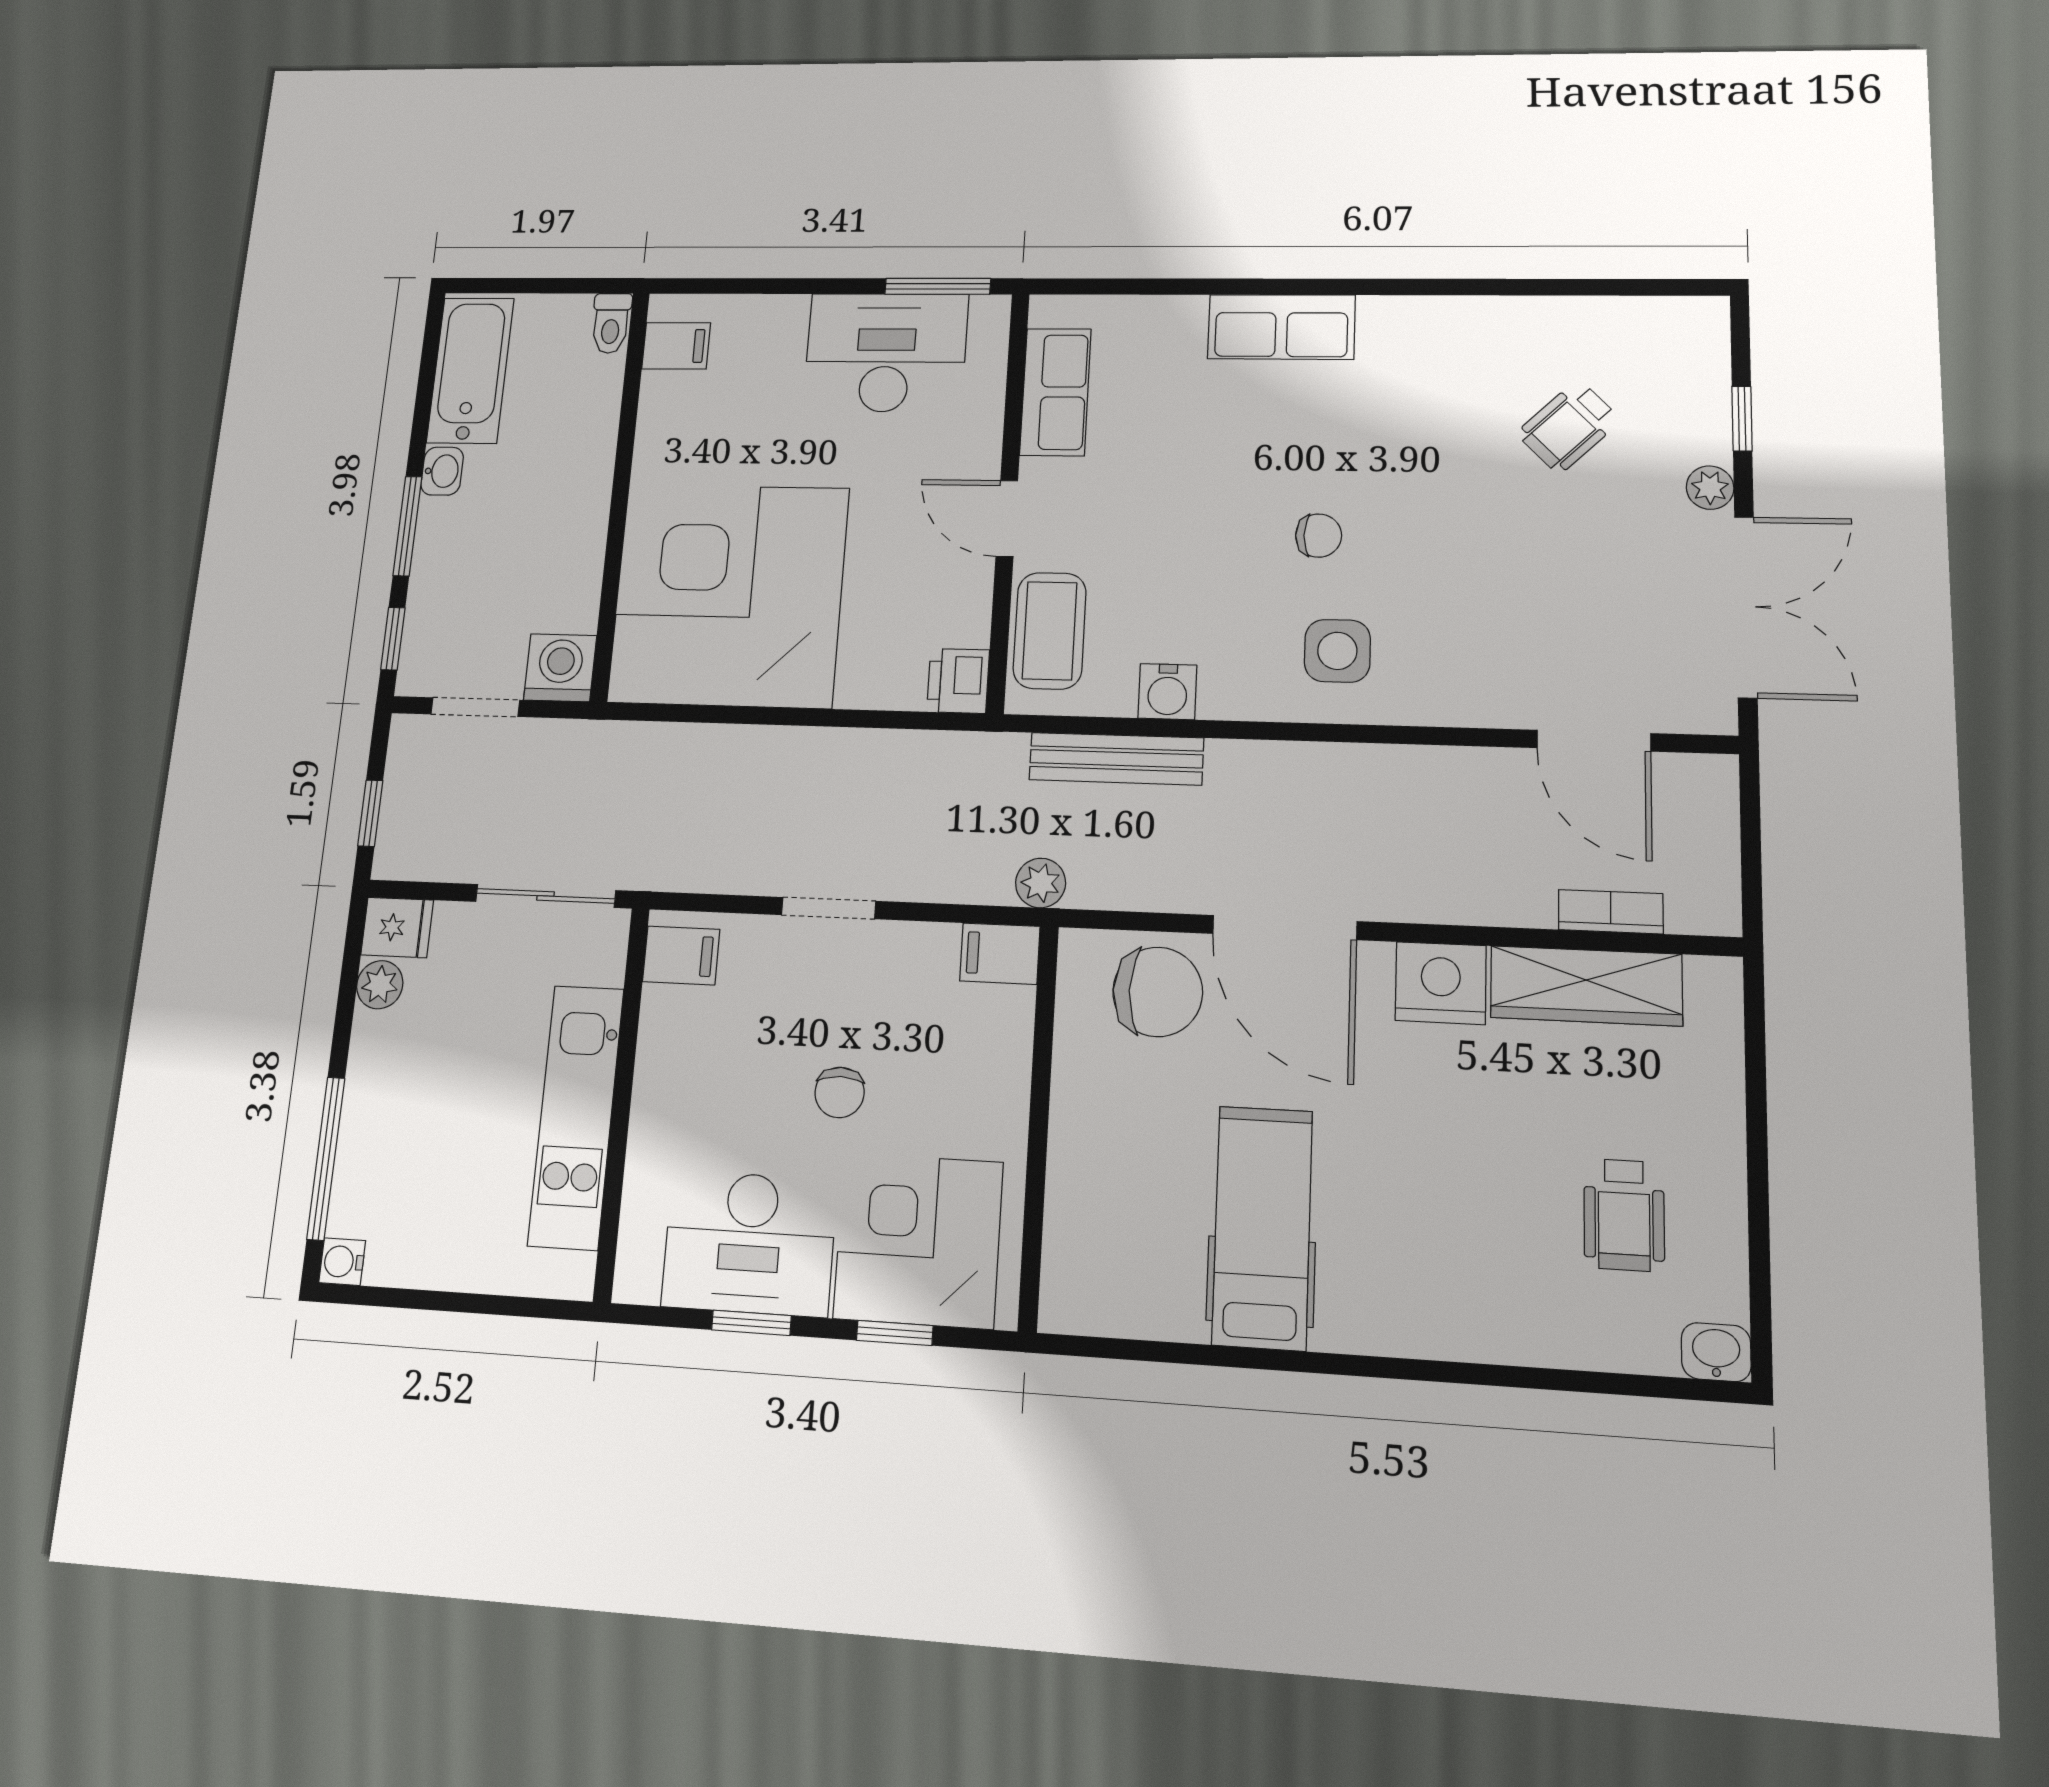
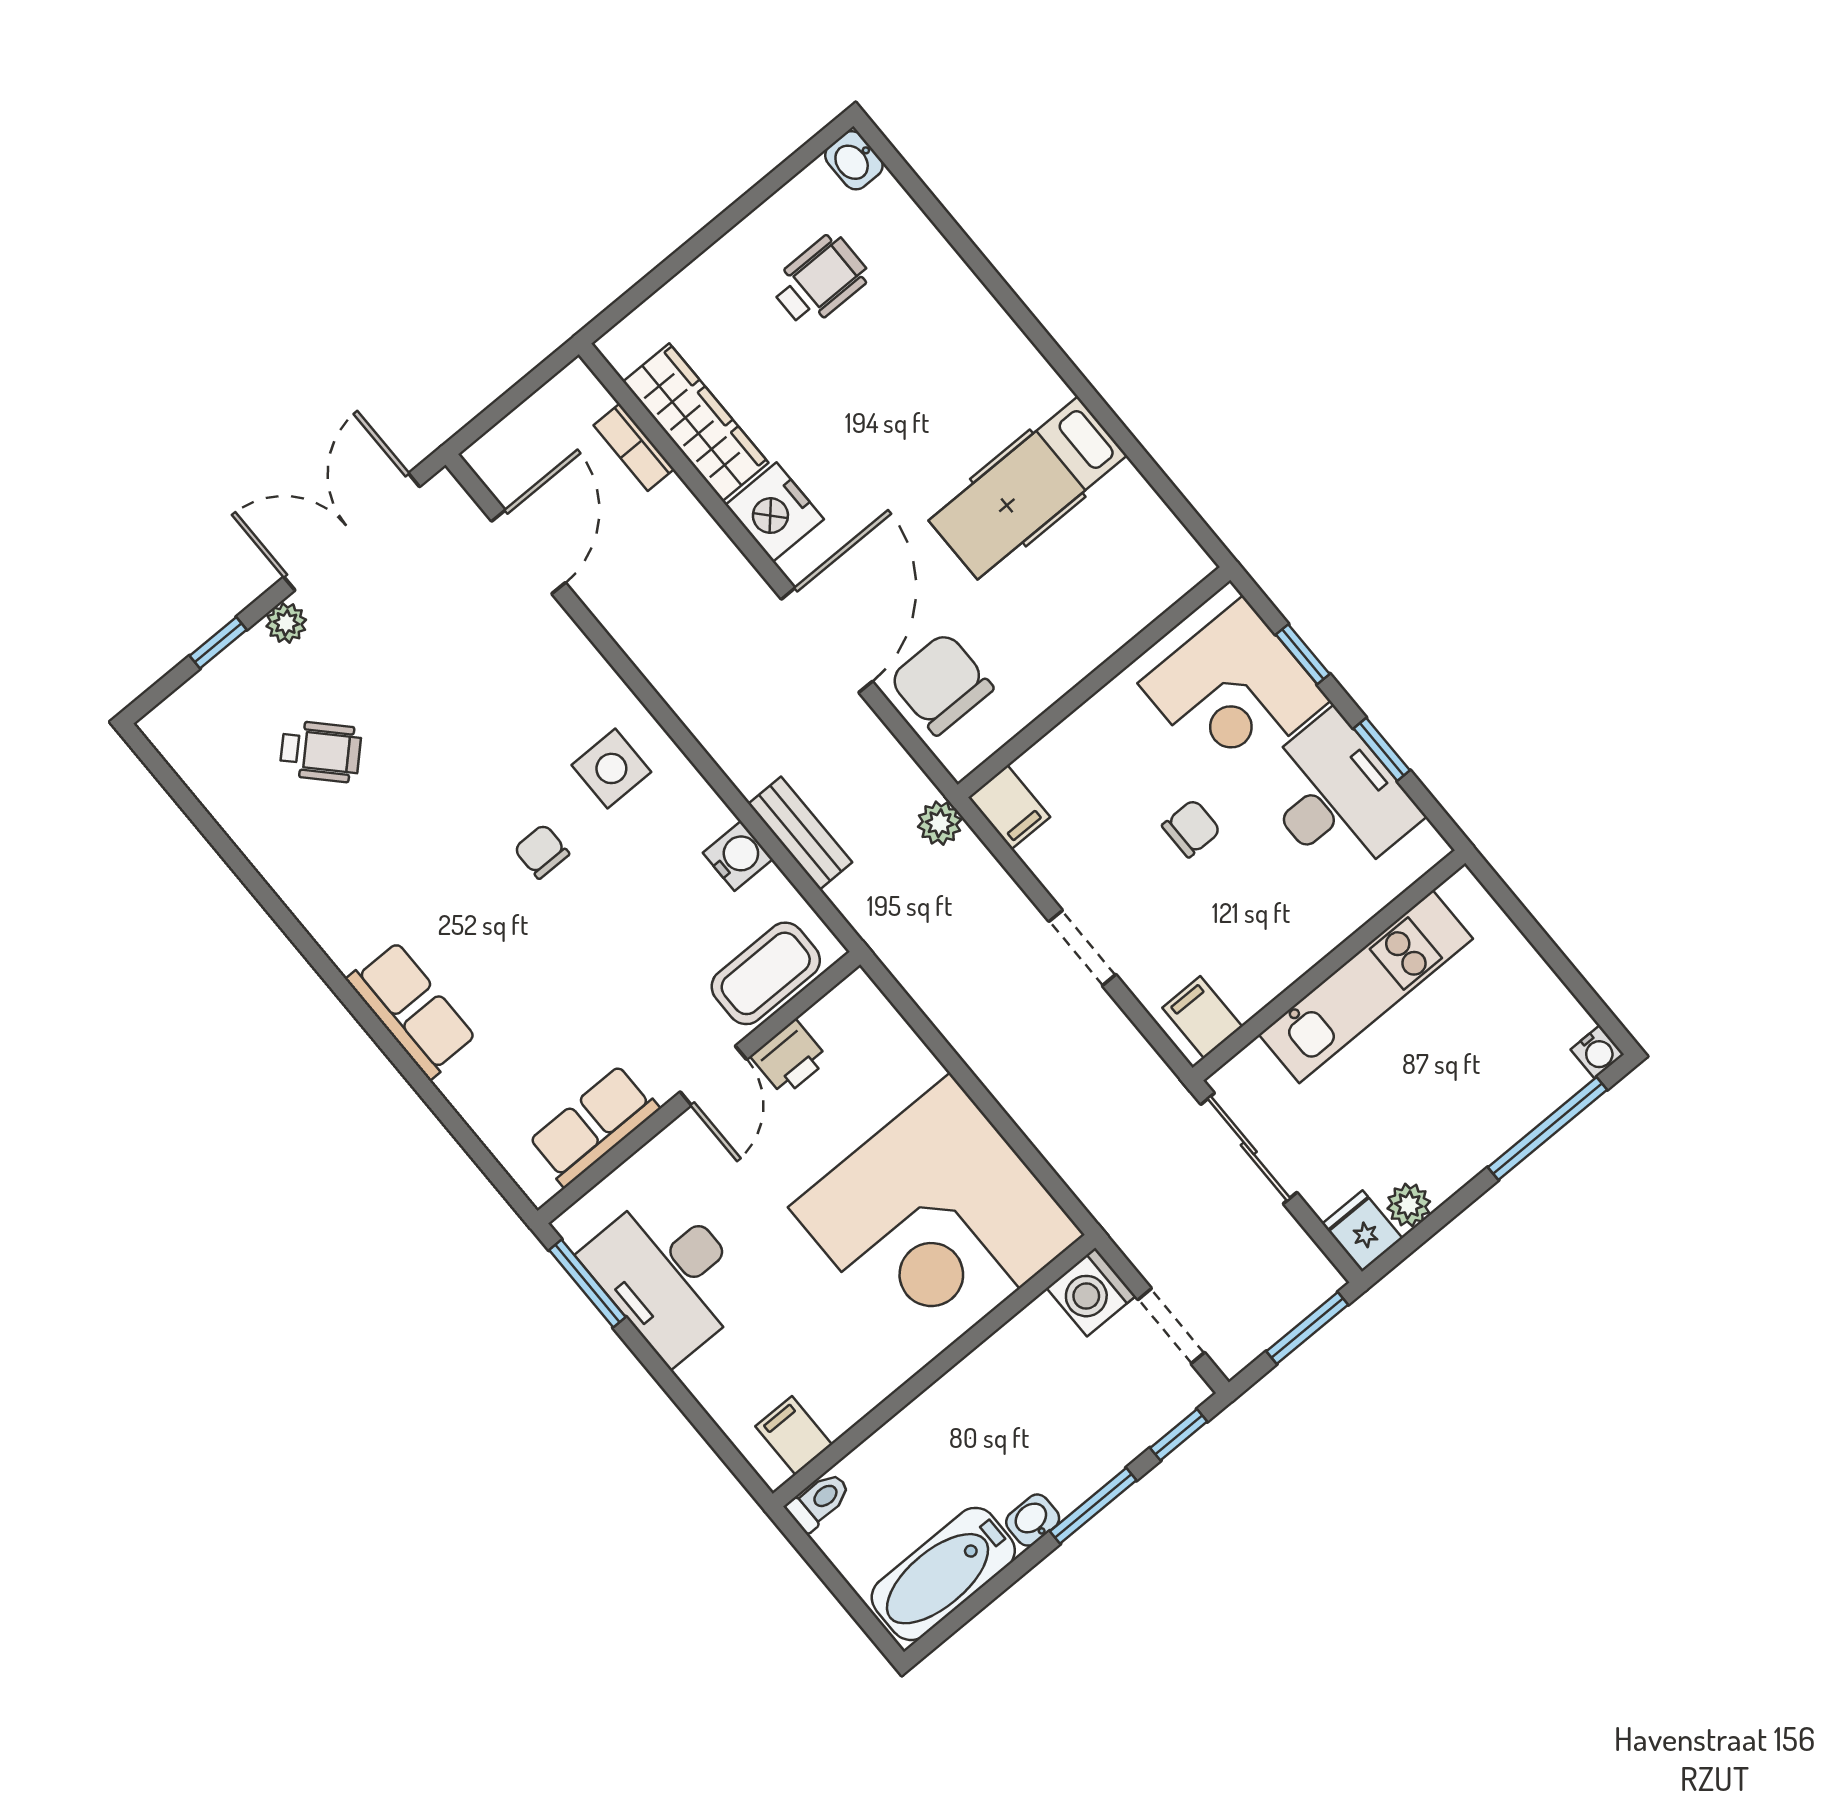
printer: (958, 681) -> (790, 1058), moved
bench: (1116, 759) -> (800, 833), width x0.73
window: (370, 813) -> (1307, 1328), width x1.50

